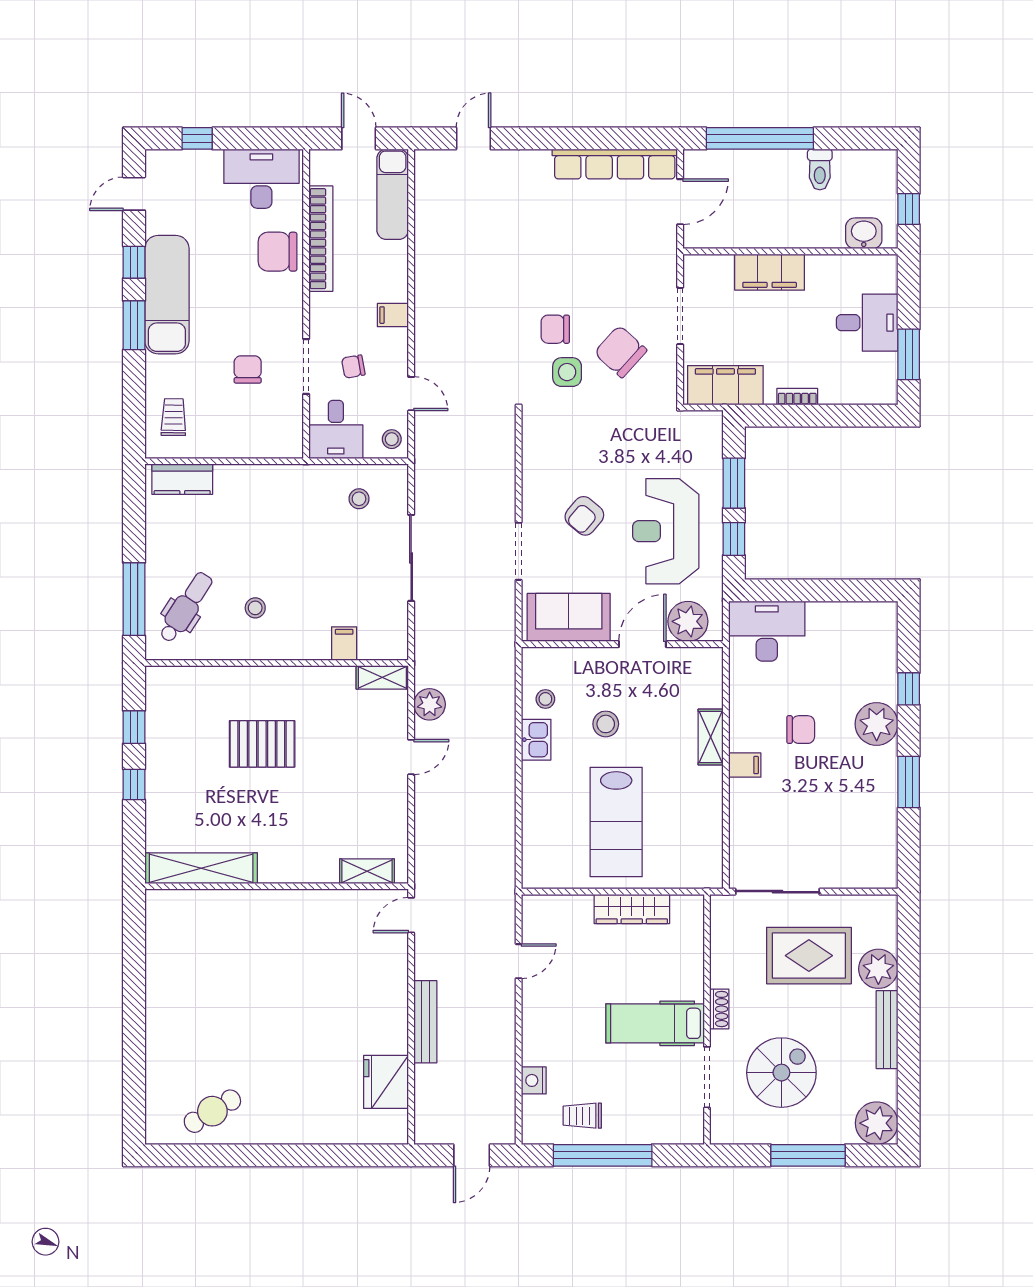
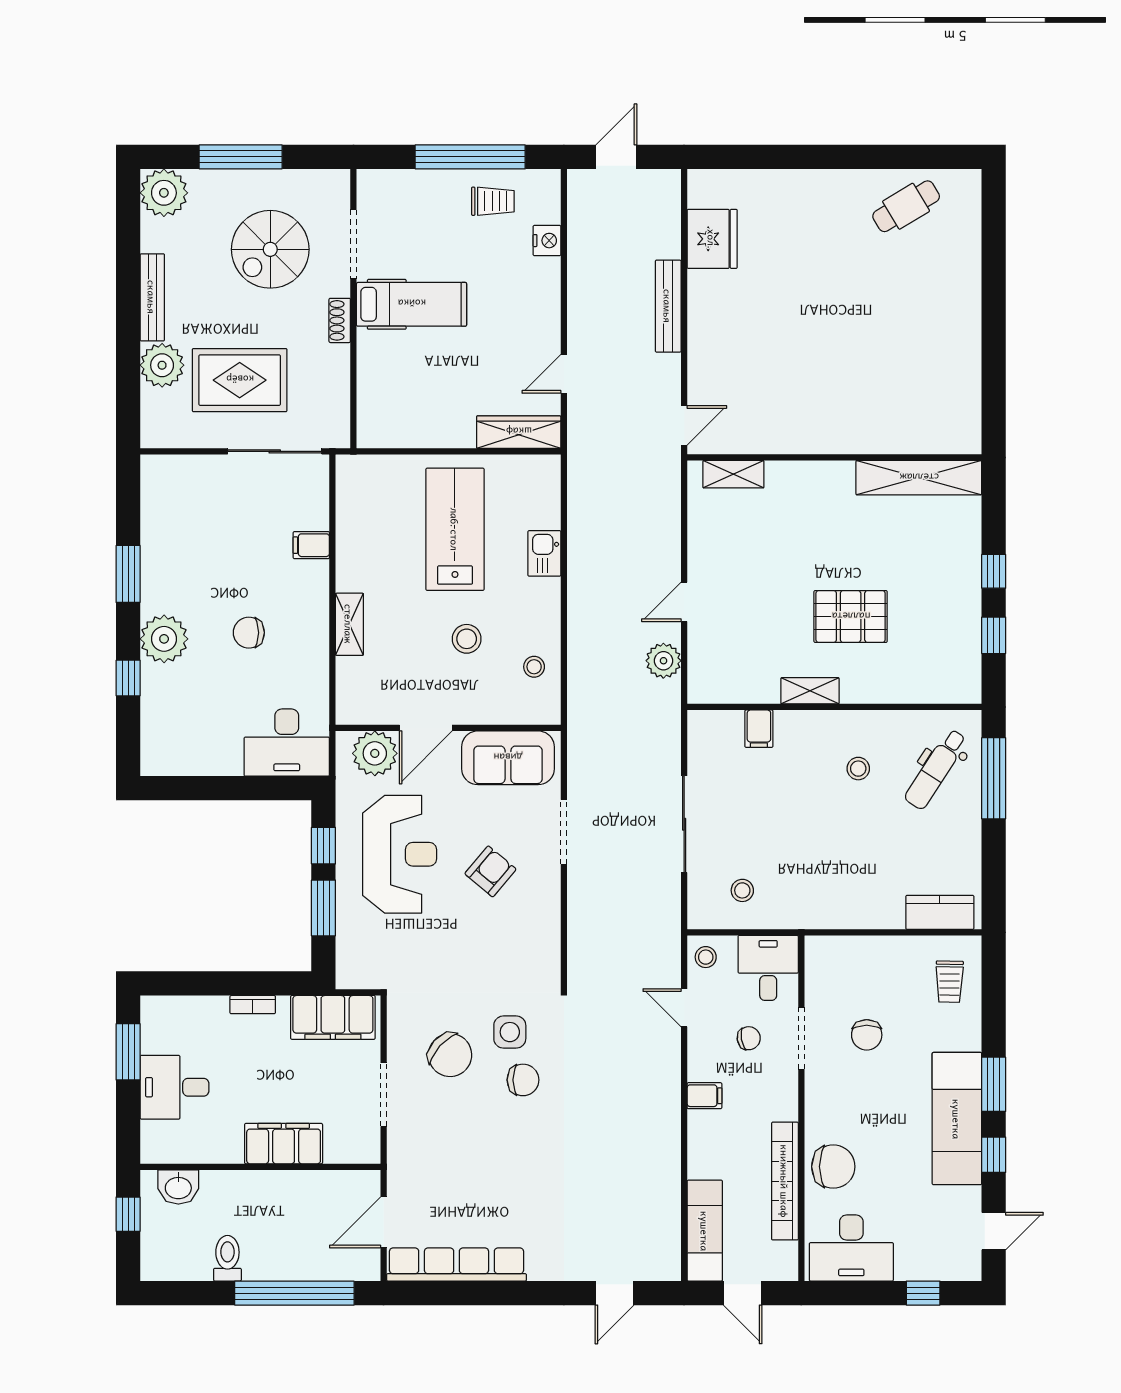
shelving: (382, 677) -> (810, 691), moved
kitchen sink: (536, 740) -> (544, 553), moved
filing cabinet: (745, 765) -> (311, 545), moved
wardrobe: (632, 909) -> (519, 432), moved

